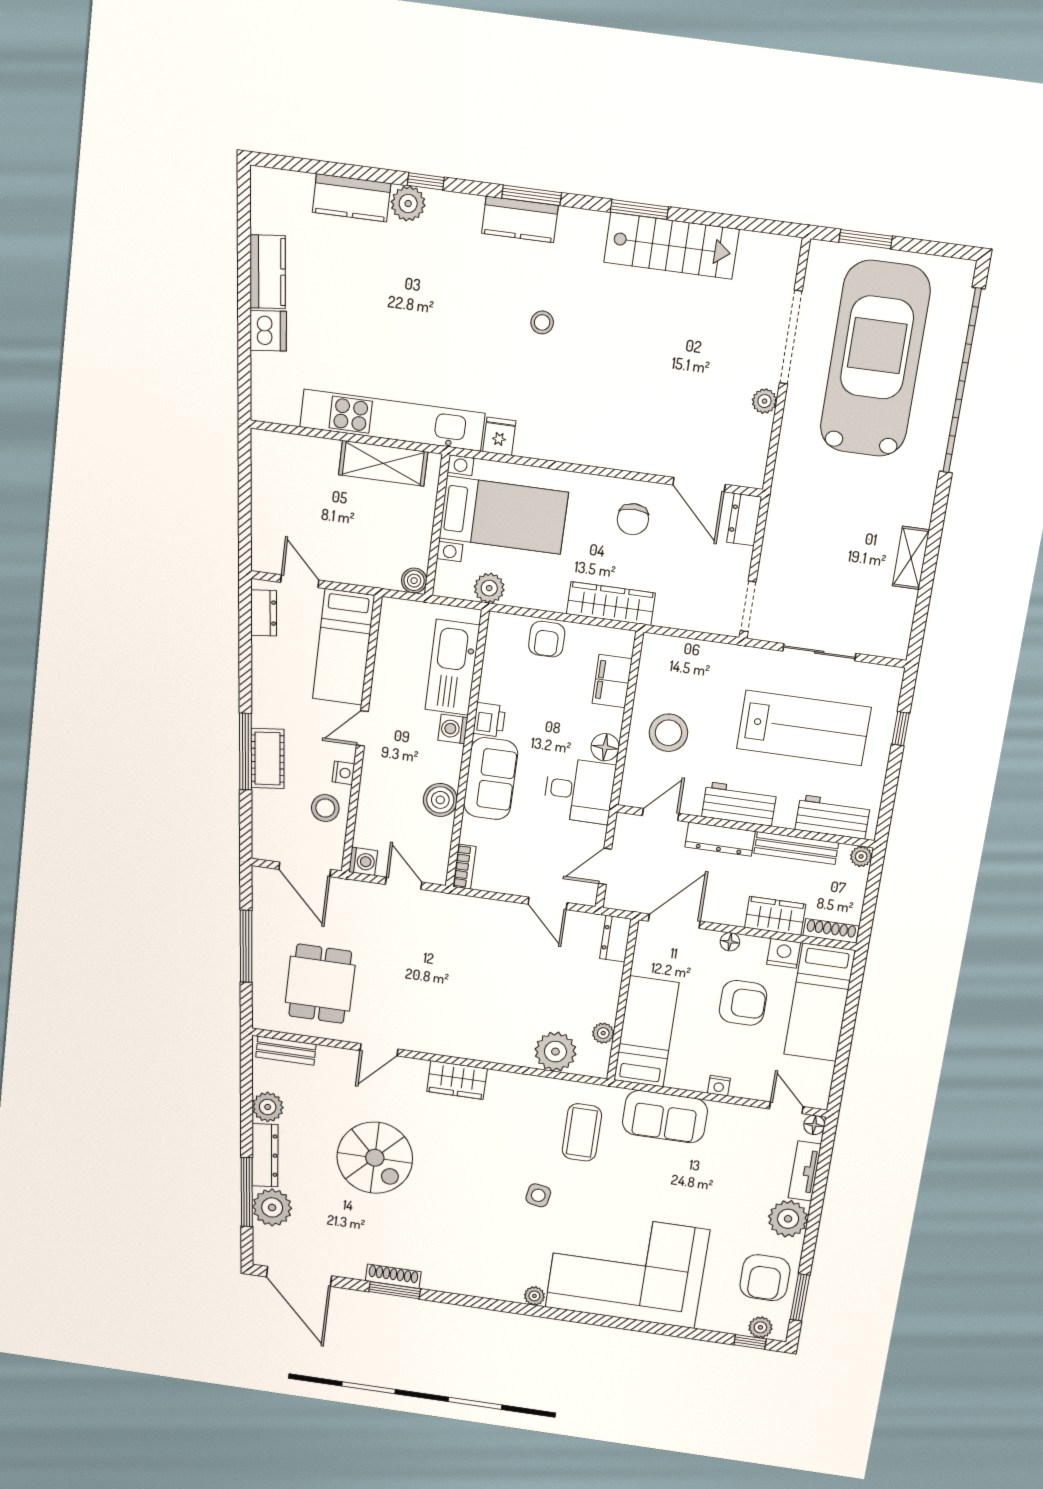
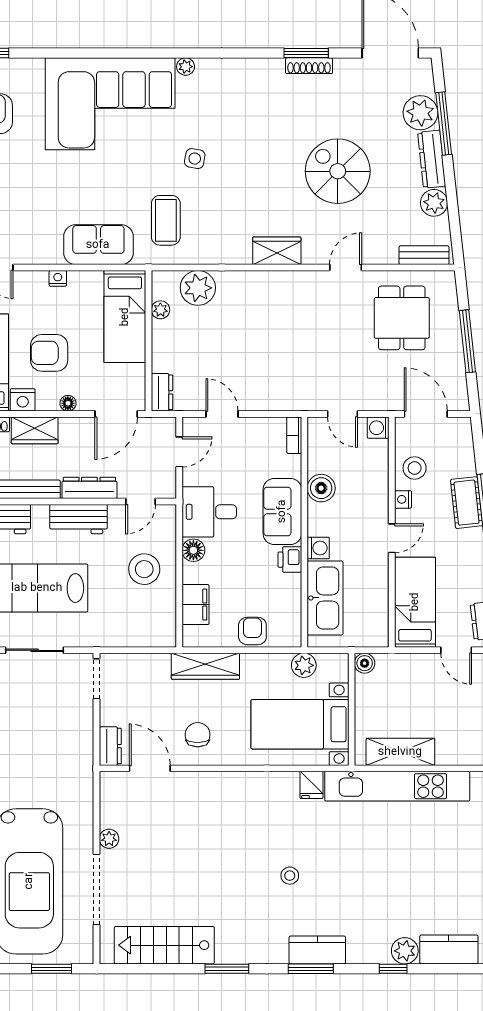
stairs: (671, 246) -> (164, 945), moved

